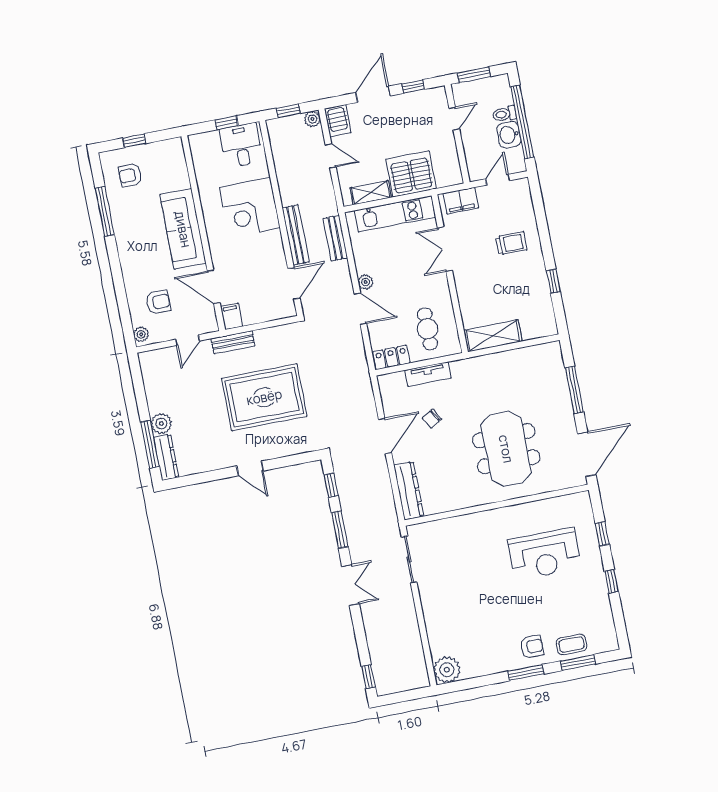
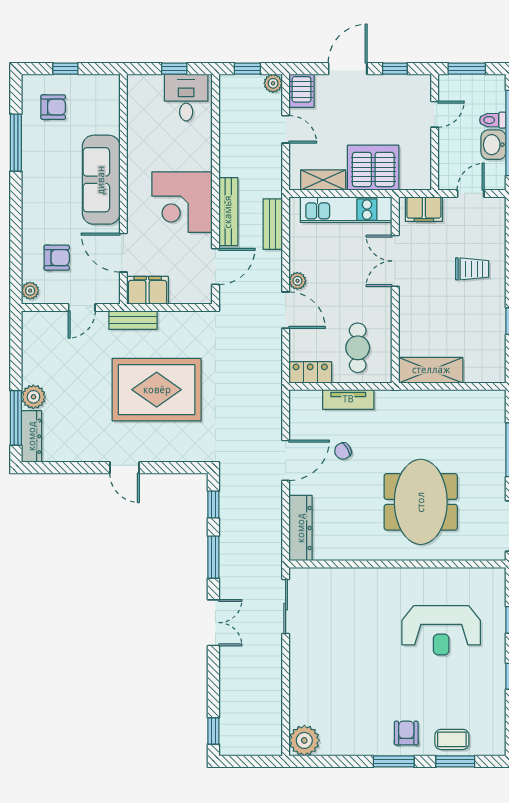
armchair: (130, 175) -> (53, 107), turned 180
corner desk: (250, 208) -> (182, 202), moved
filing cabinet: (232, 316) -> (148, 290), width x2.00
armchair: (532, 647) -> (406, 733), turned -90

